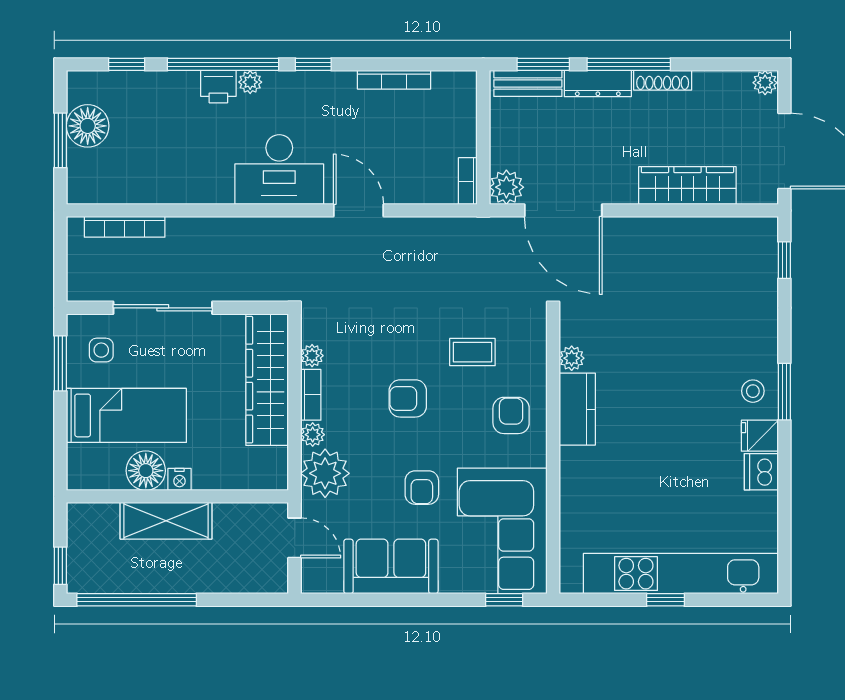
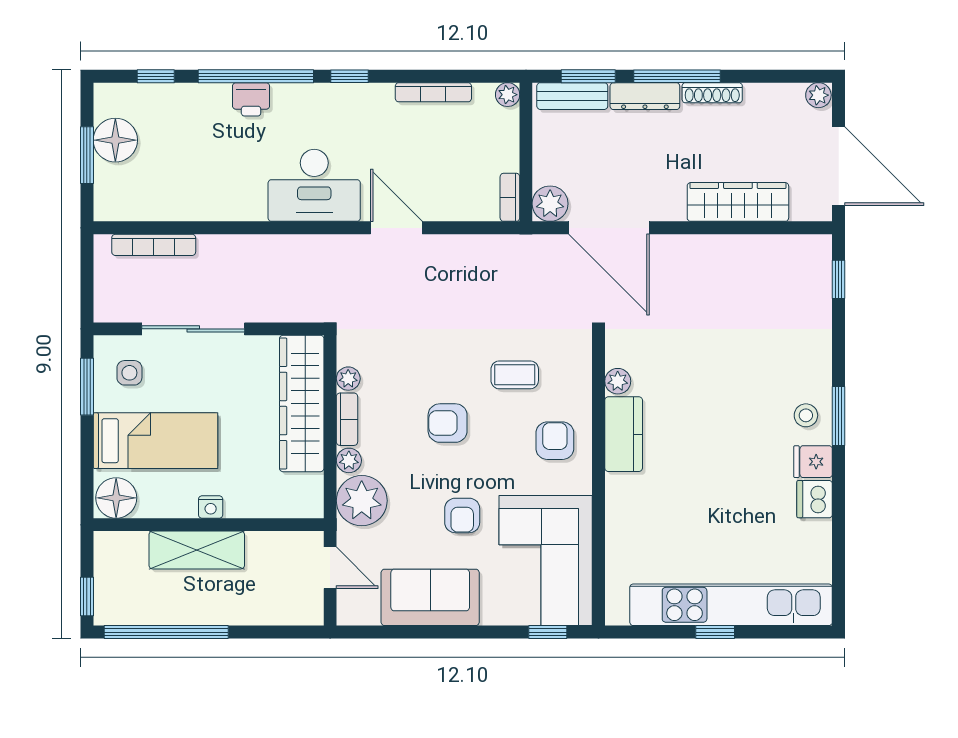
plant: (250, 82) -> (508, 95), moved
floor lamp: (146, 471) -> (116, 498), moved

